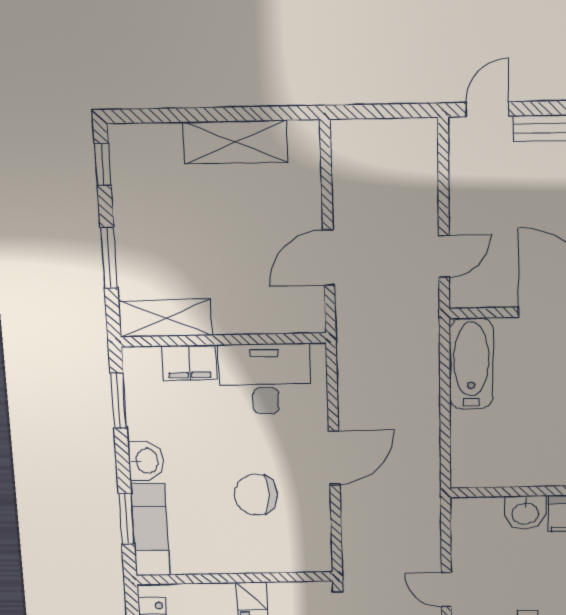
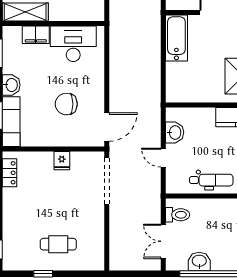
door: (334, 458) -> (107, 127), moved
washbasin: (525, 513) -> (175, 132), moved, turned -90

